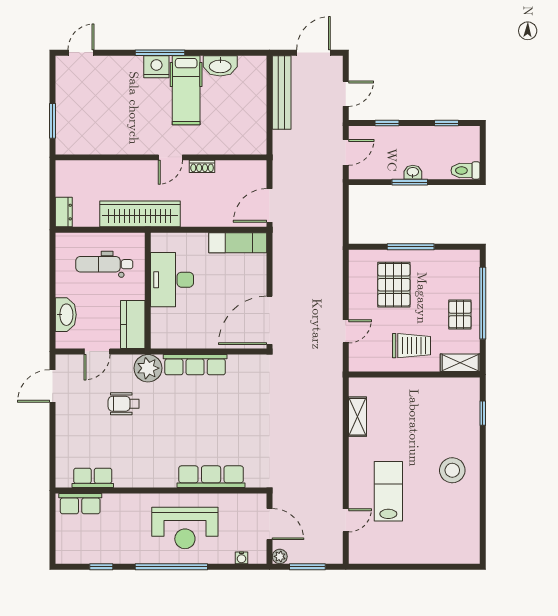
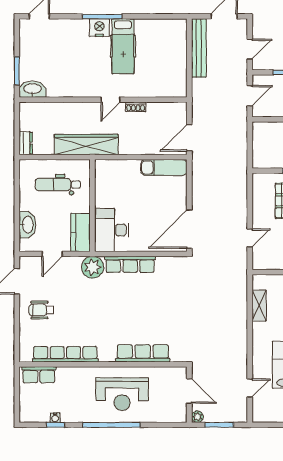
washbasin: (220, 66) -> (32, 89), moved, turned 180
desk: (172, 280) -> (112, 230), moved
wheelchair: (124, 404) -> (41, 310), moved
row of seats: (93, 478) -> (65, 354), width x2.02
water cooler: (241, 558) -> (55, 418), moved

